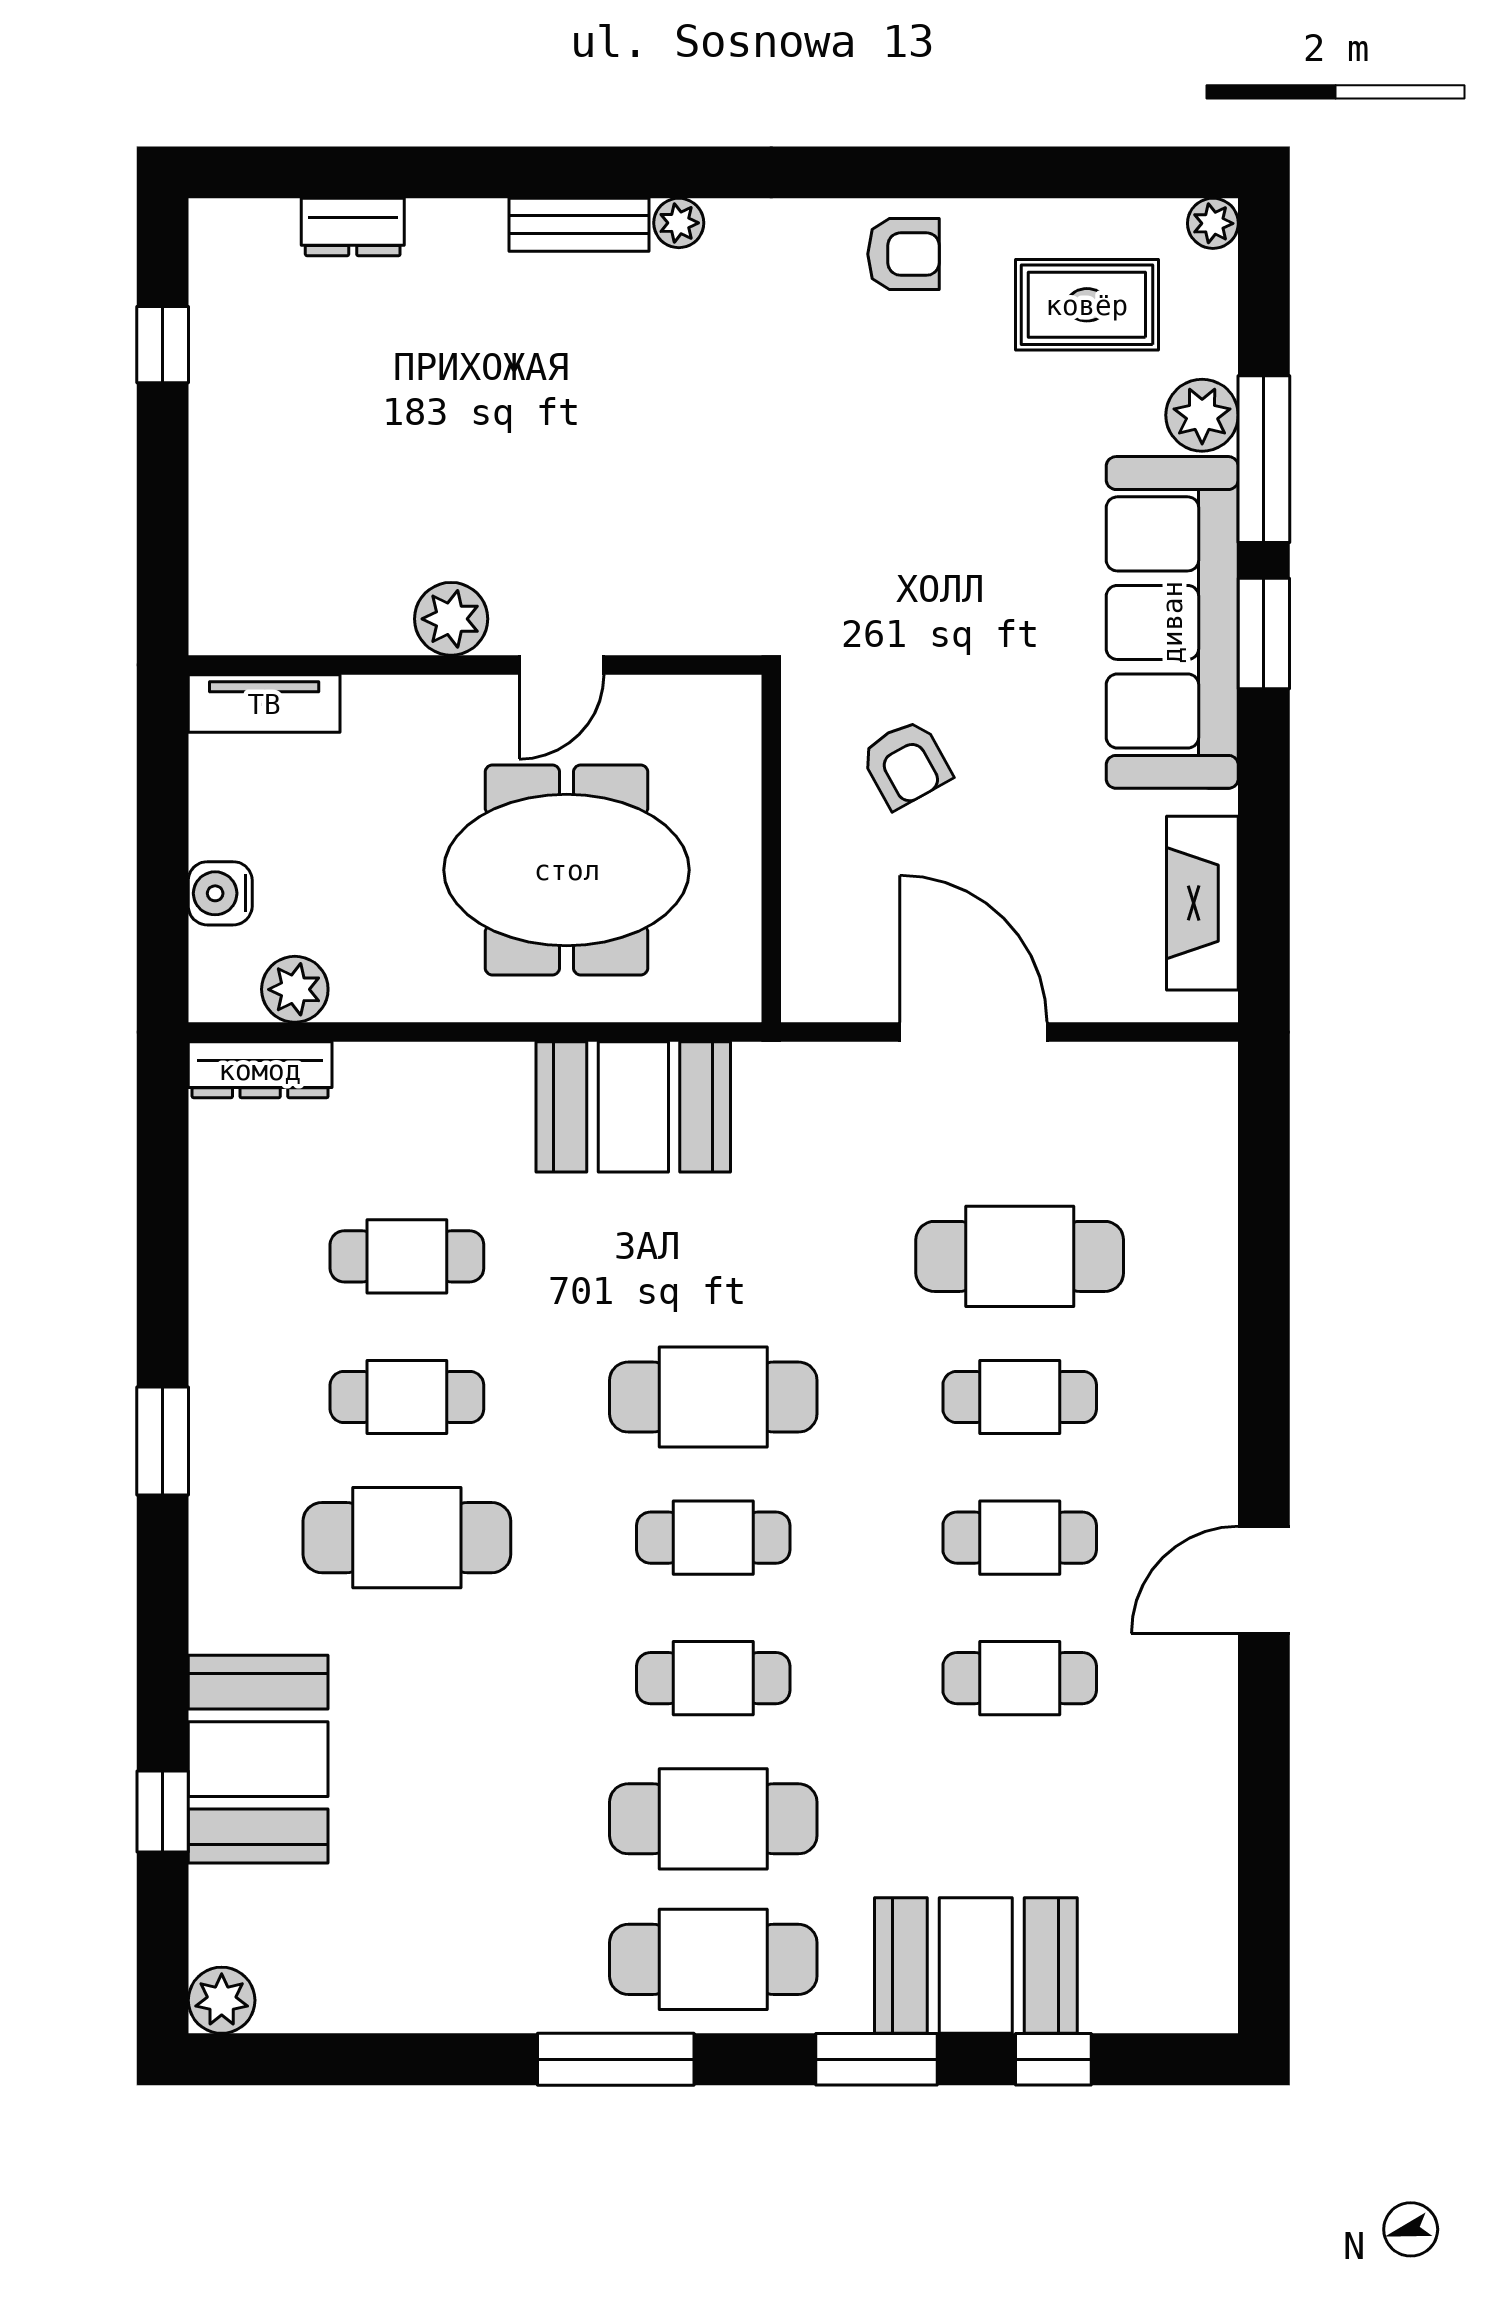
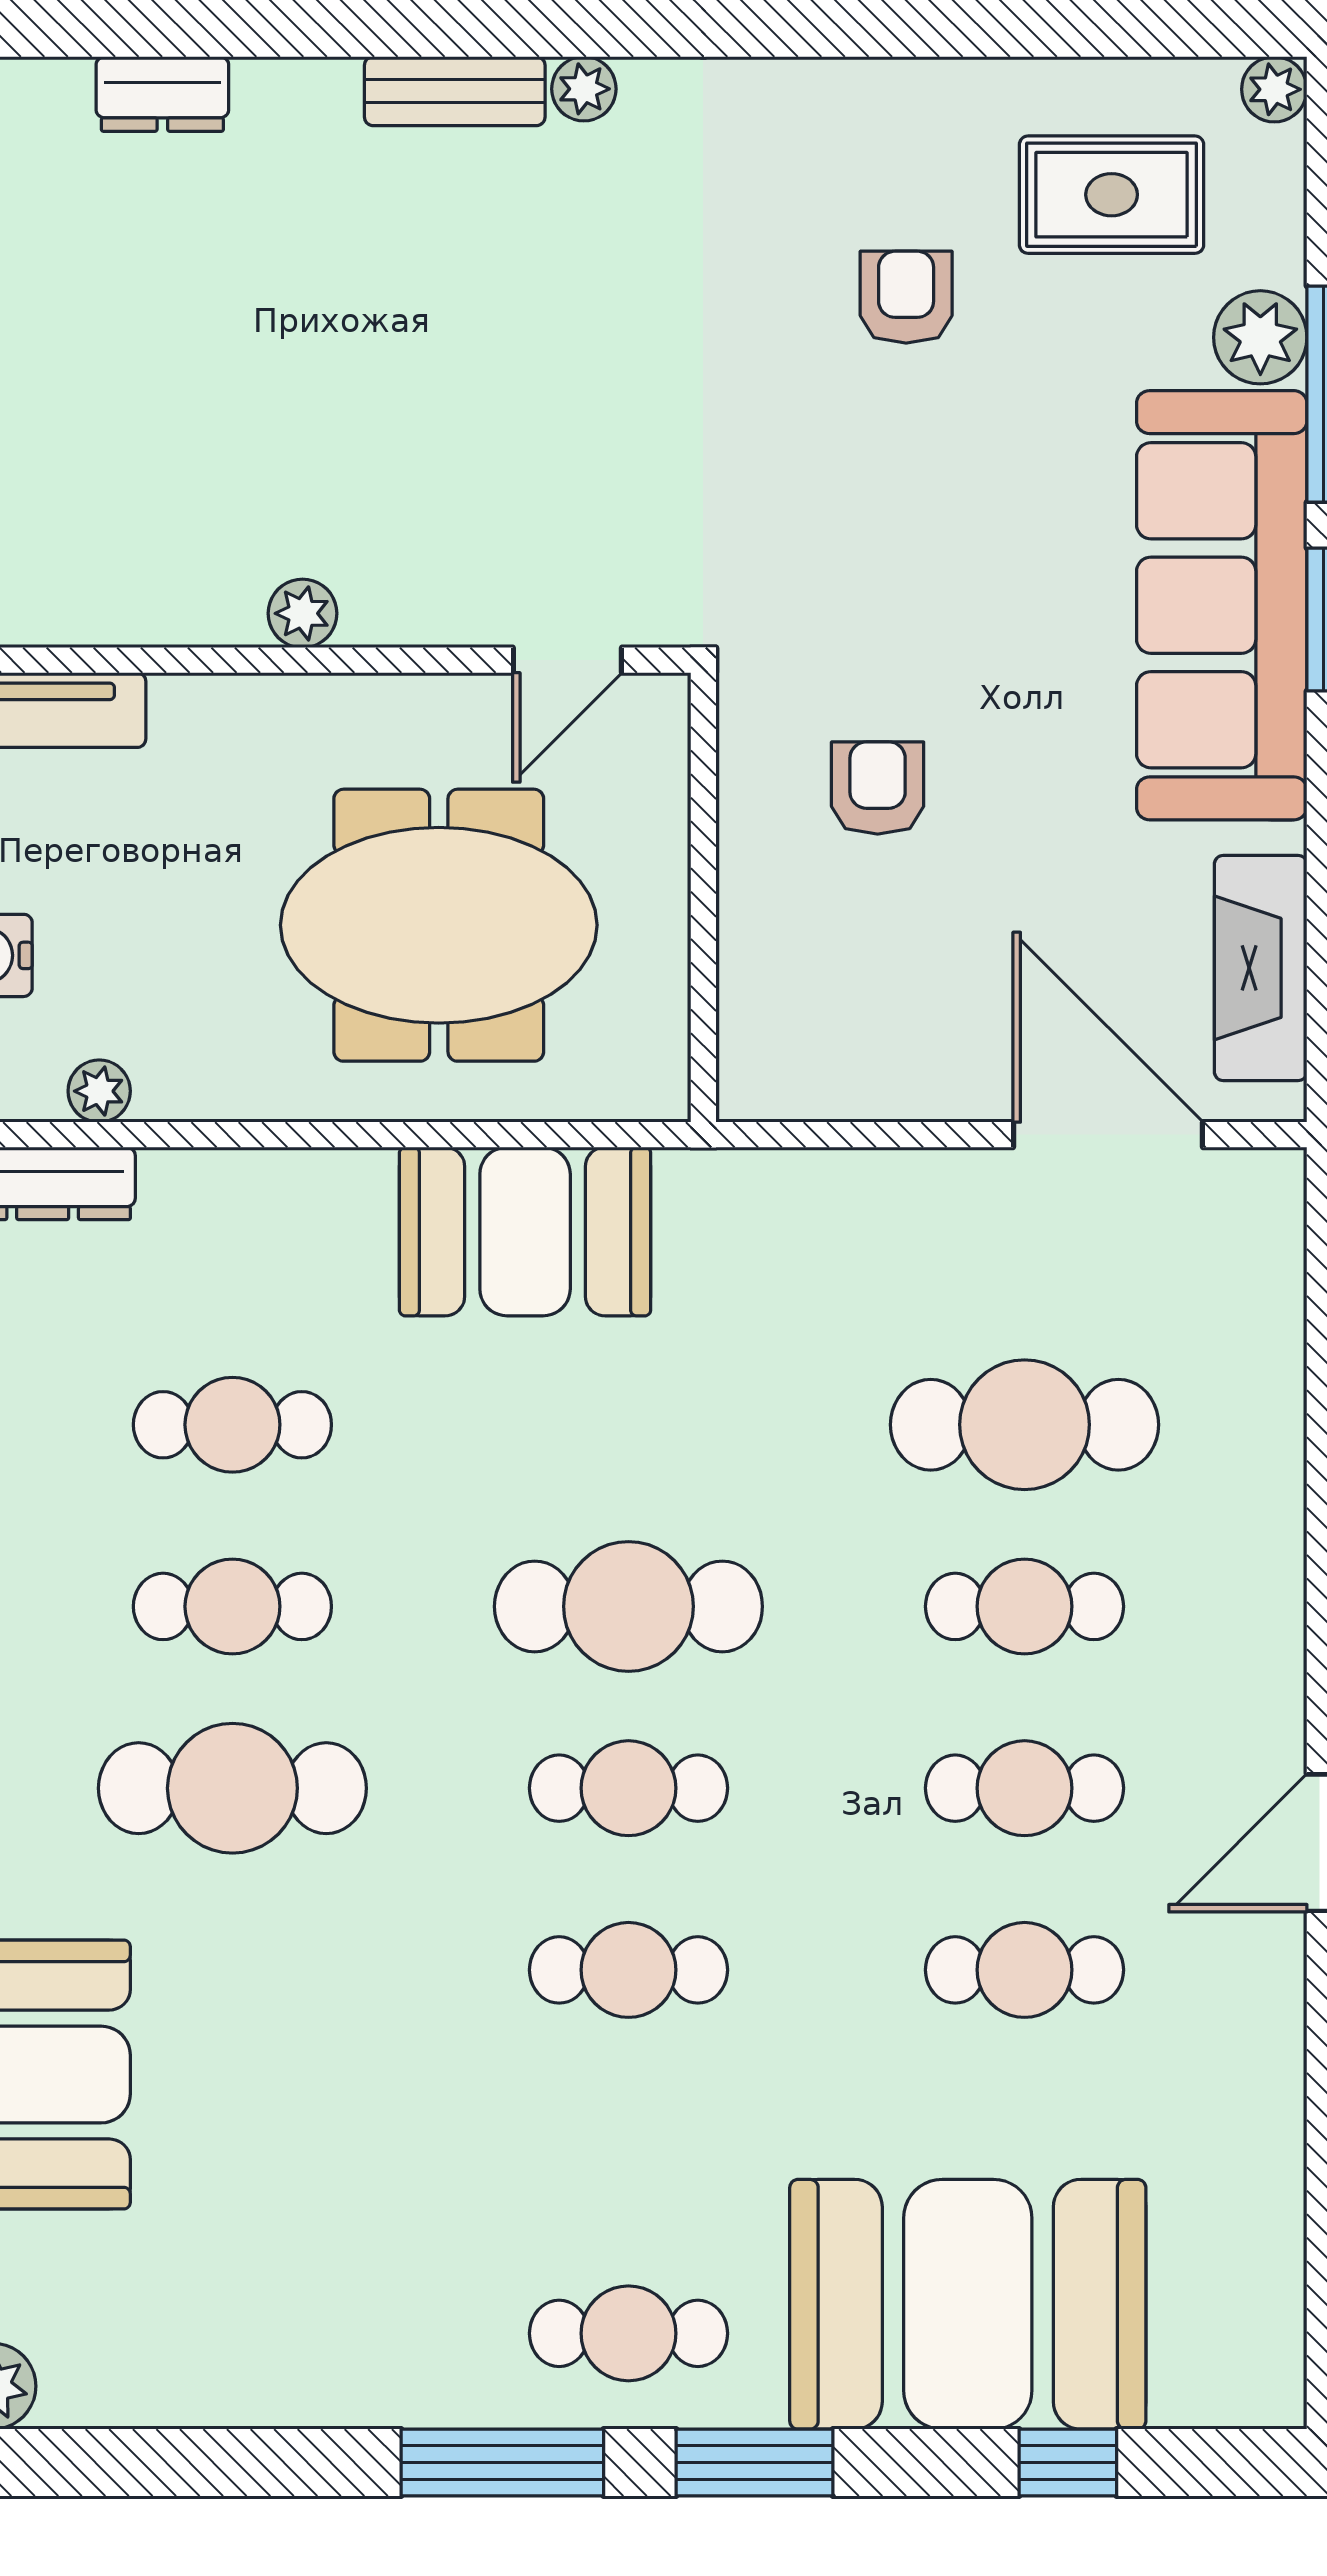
armchair: (904, 254) -> (906, 297), moved, turned -90
plant: (451, 619) -> (303, 613), width x0.73, depth x0.73
door: (561, 665) -> (567, 660), moved
armchair: (906, 764) -> (878, 788), turned -151
plant: (295, 989) -> (99, 1091), width x0.73, depth x0.73
door: (974, 1032) -> (1108, 1135), moved
cafe table: (713, 1819) -> (628, 2152), removed
cafe table: (713, 1959) -> (628, 2333), width x0.73, depth x0.74
booth: (976, 1966) -> (968, 2304), width x1.36, depth x1.42
window: (876, 2059) -> (755, 2462), moved

